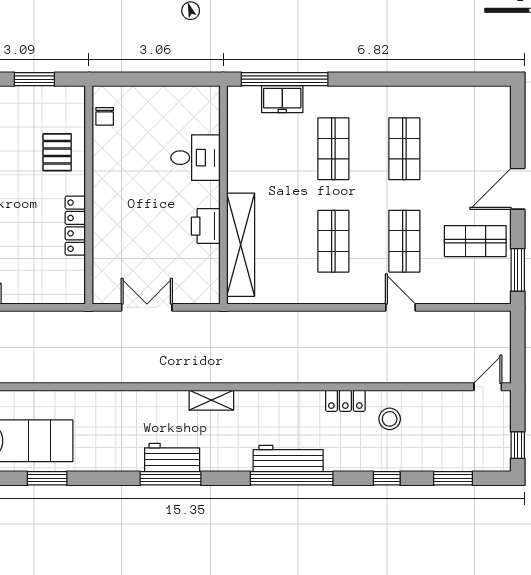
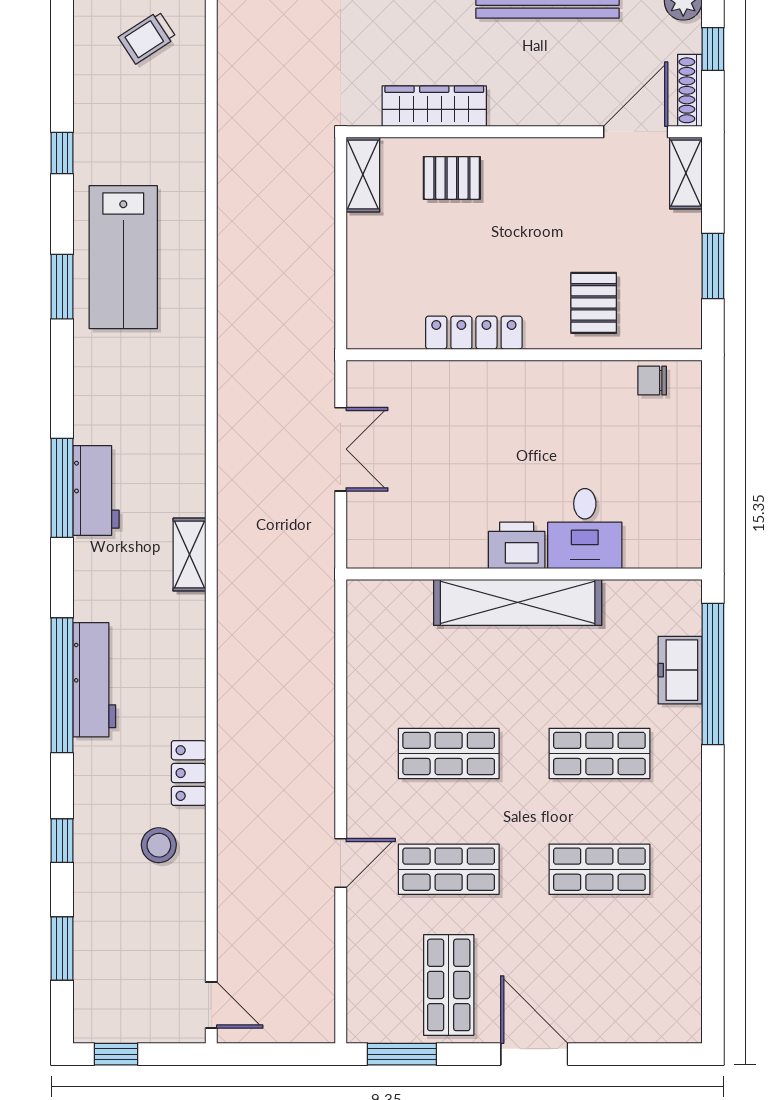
pallet: (57, 152) -> (594, 303), turned 90
printer: (206, 226) -> (517, 545), moved
shelving: (241, 245) -> (518, 602), moved

